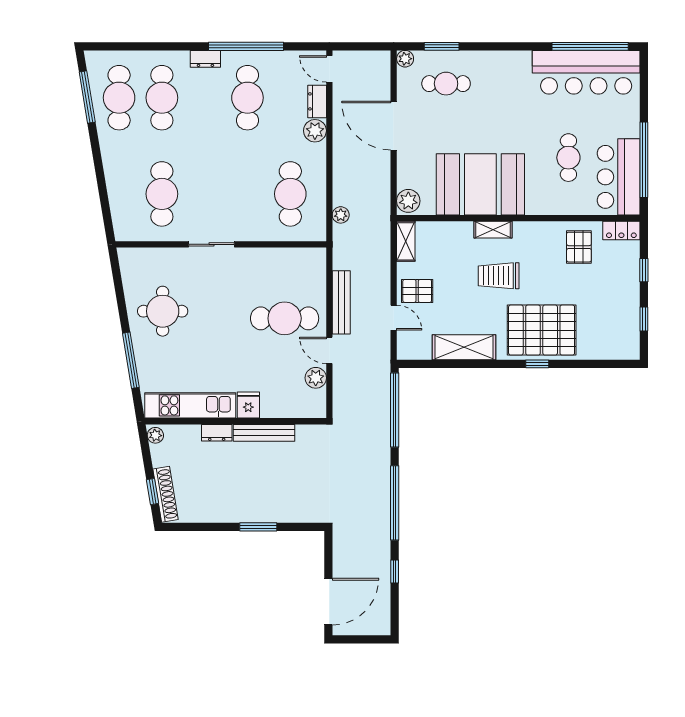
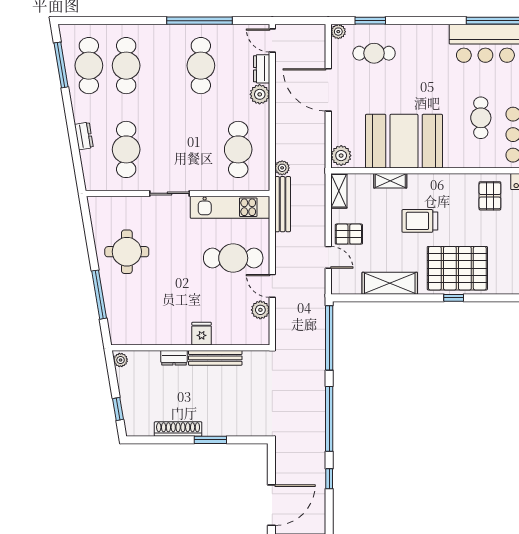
dresser: (205, 59) -> (84, 136), moved, turned -99
shelving: (493, 230) -> (390, 181), moved
bench: (341, 302) -> (283, 204), moved
kitchen unit: (190, 405) -> (230, 207), moved, turned 180
shoe rack: (166, 494) -> (178, 429), moved, turned -81

